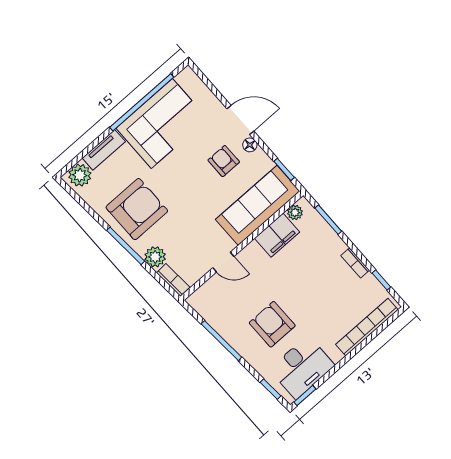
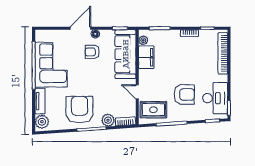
door: (223, 262) -> (137, 92), swing flipped
rug: (219, 302) -> (153, 110), added
armchair: (272, 324) -> (184, 94), turned 180

